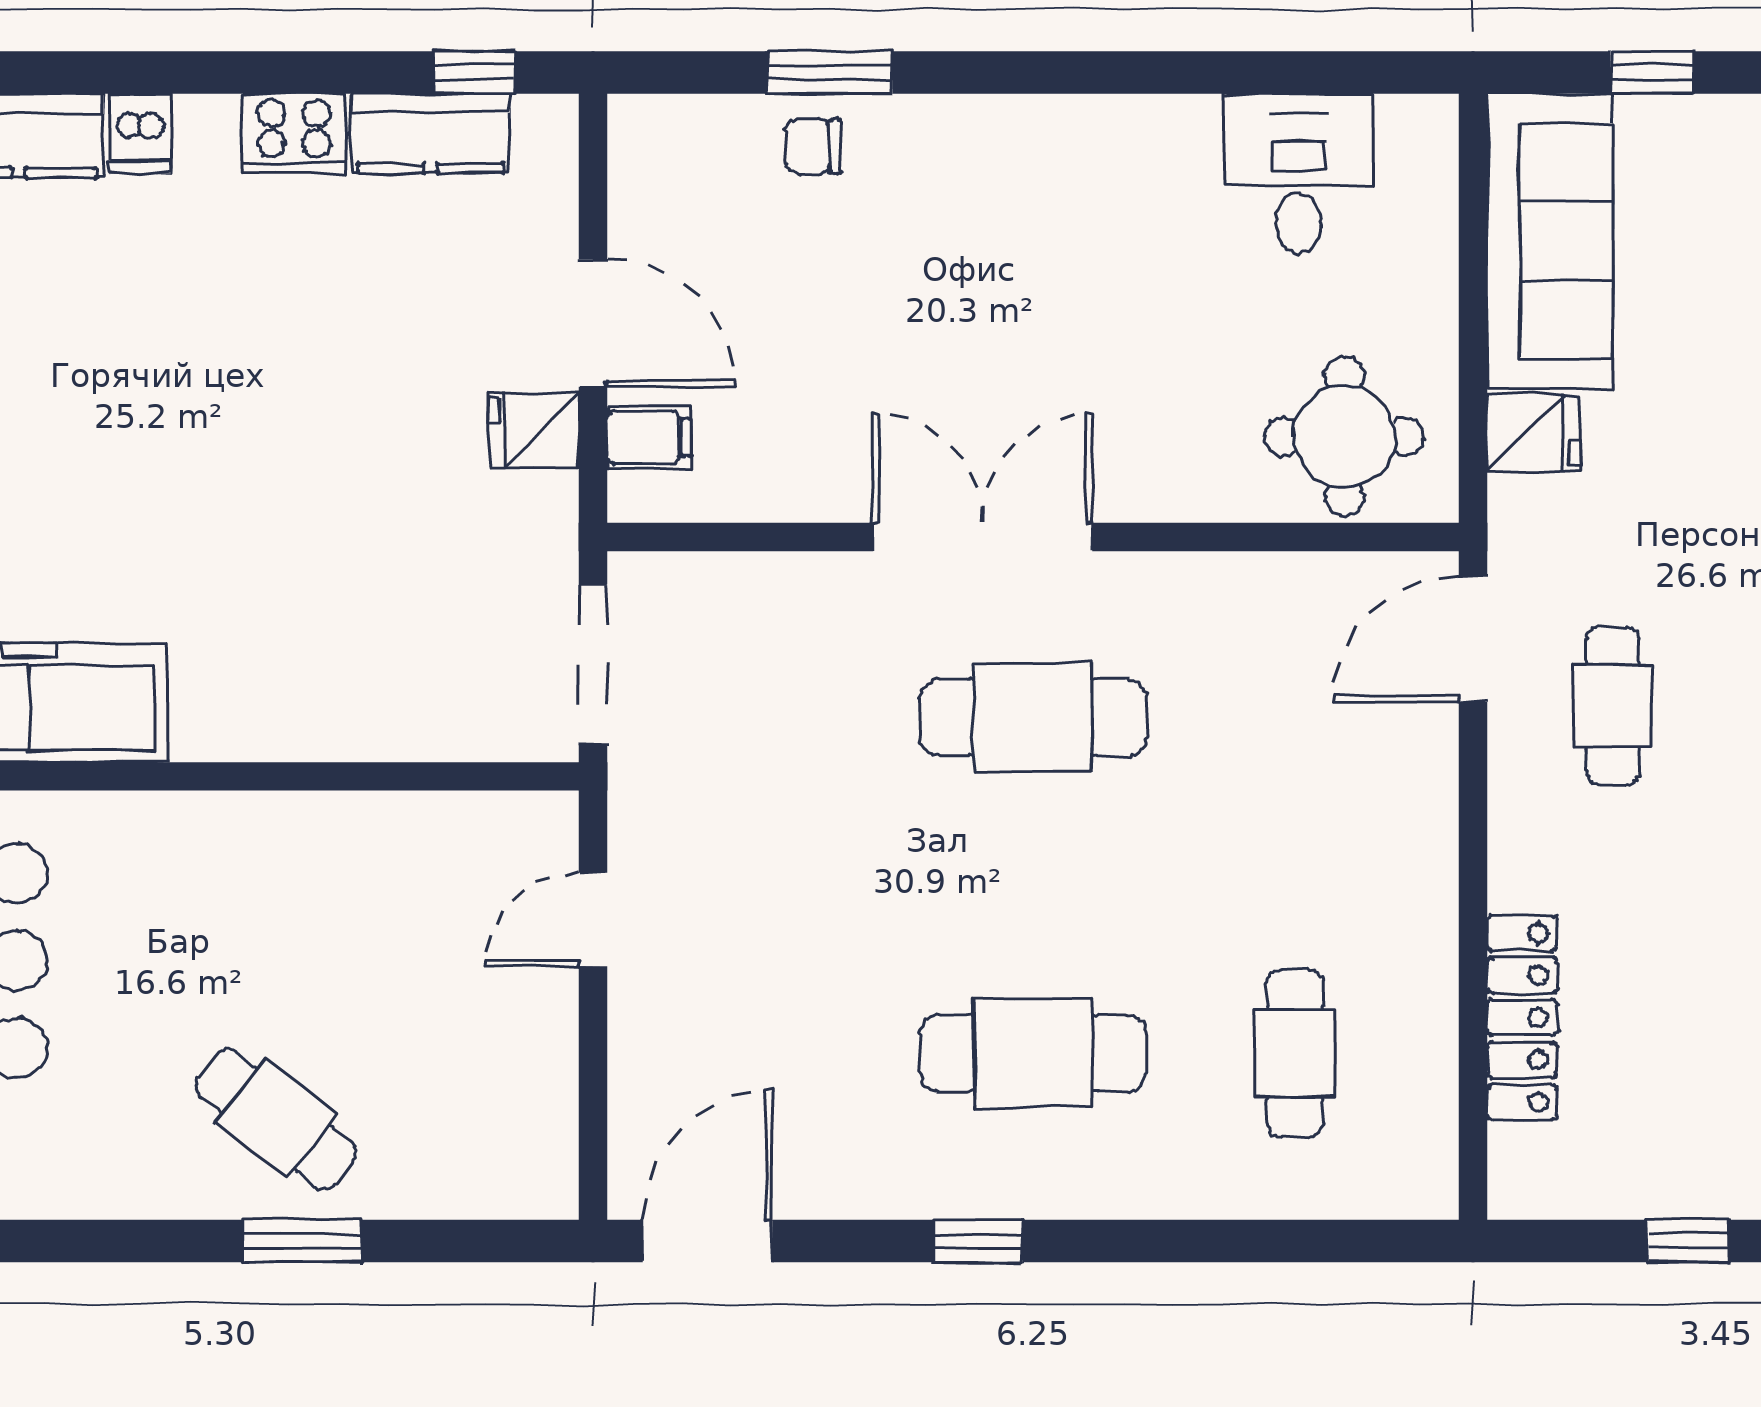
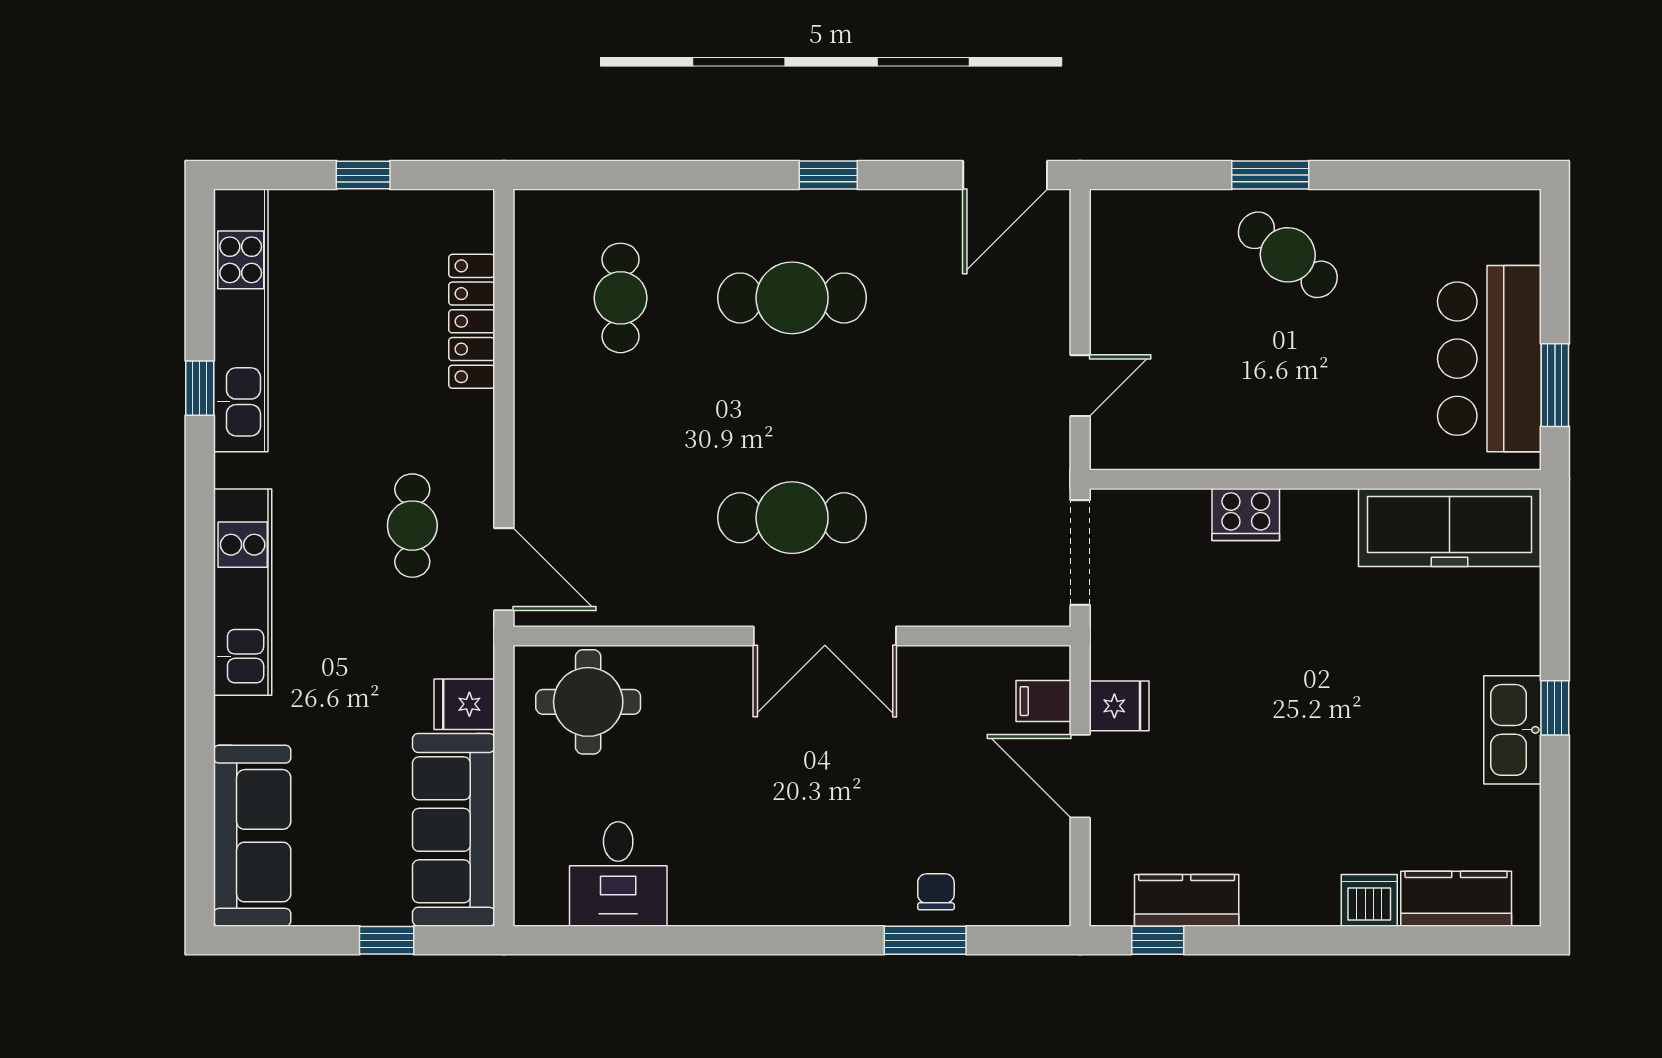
dishwasher: (140, 133) -> (1369, 900), width x1.38
cooker: (294, 133) -> (1246, 515), moved, turned 180
chair: (813, 146) -> (936, 892), turned -90
door: (1473, 639) -> (504, 569), hinge flipped

